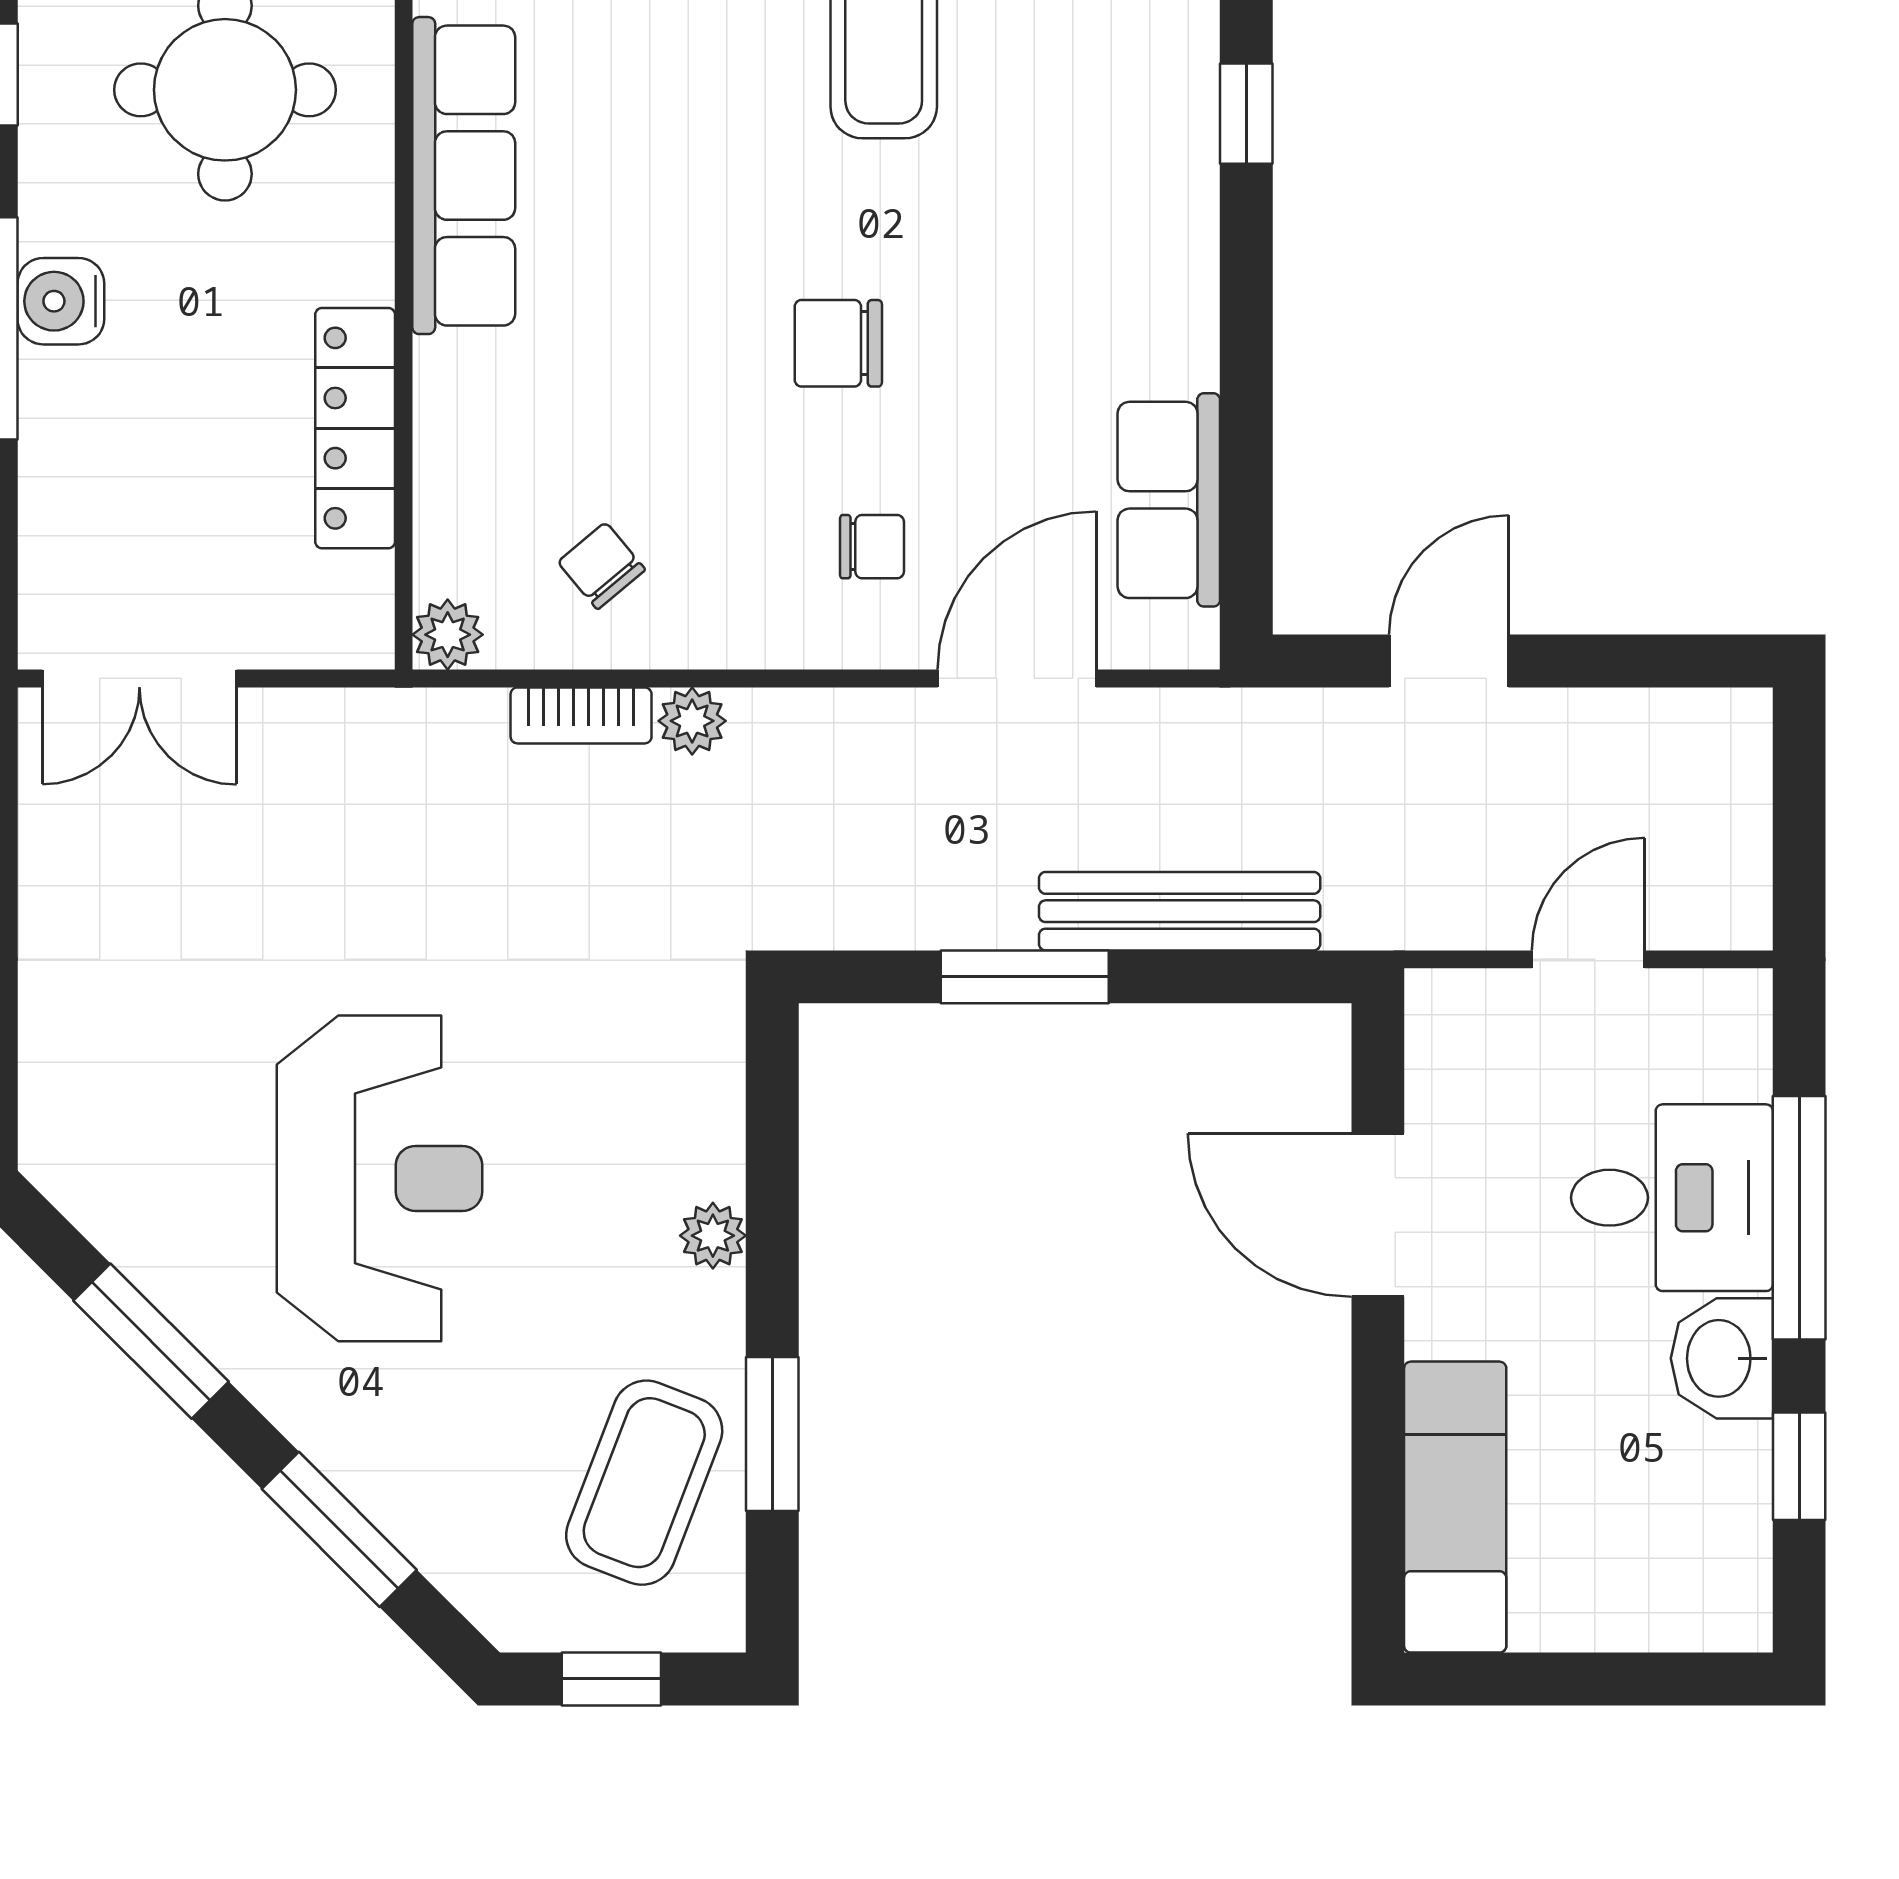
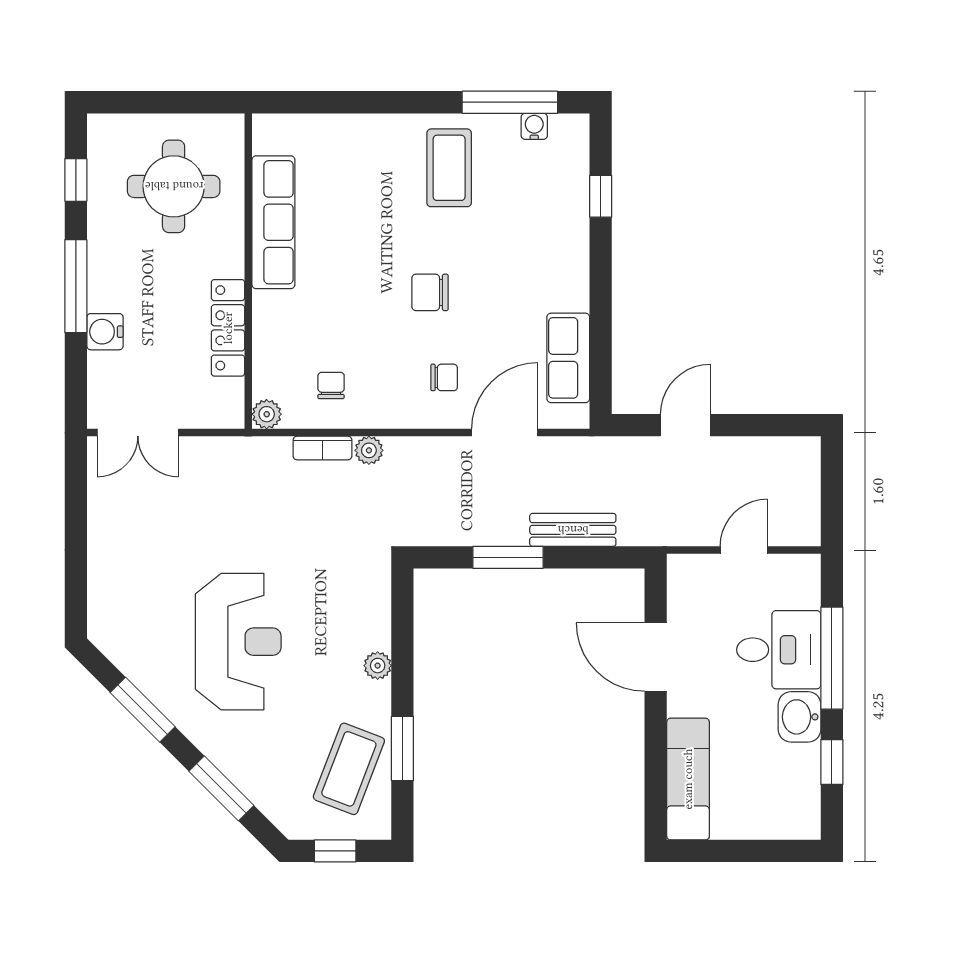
water cooler: (61, 301) -> (105, 332), moved
chair: (601, 566) -> (331, 385), turned 40
bench: (1180, 911) -> (573, 530), width x0.73

